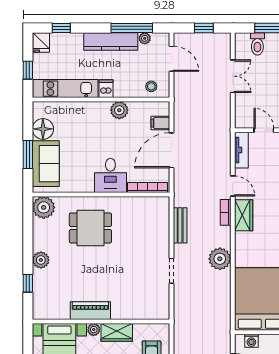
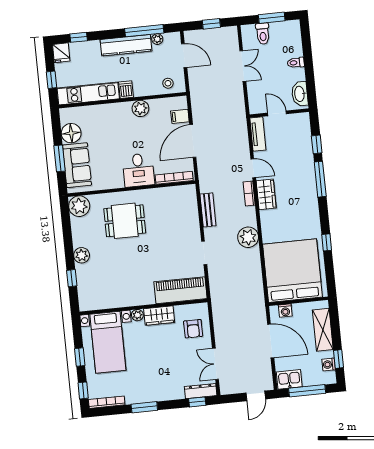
piano: (90, 311) -> (180, 290), moved, width x1.37, depth x1.33

